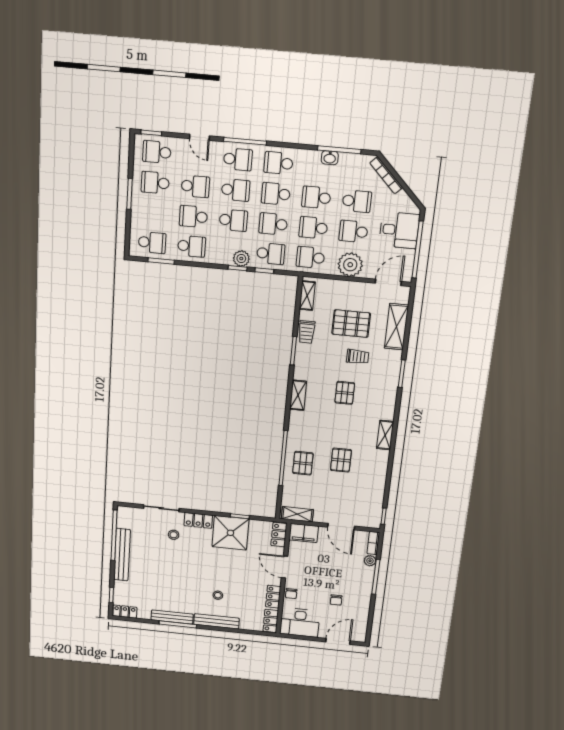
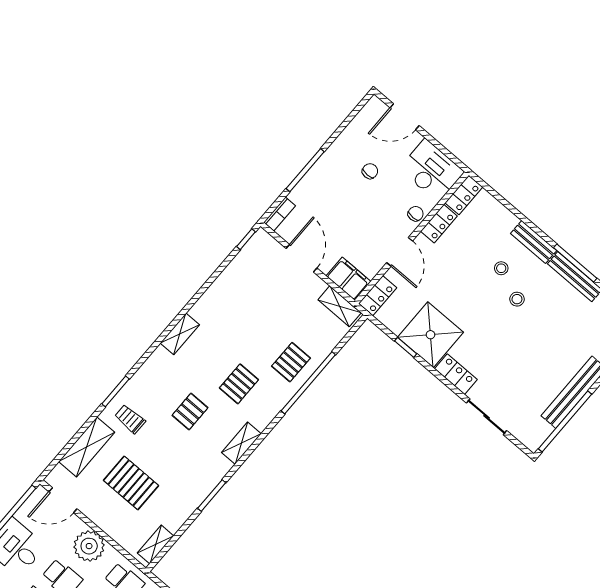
trolley: (307, 332) -> (184, 506), removed
trolley: (358, 357) -> (130, 419), moved
pallet: (341, 460) -> (239, 384), moved
stool: (174, 535) -> (517, 299), moved
plant: (370, 561) -> (298, 195), removed
bench: (216, 621) -> (534, 242), width x0.73

